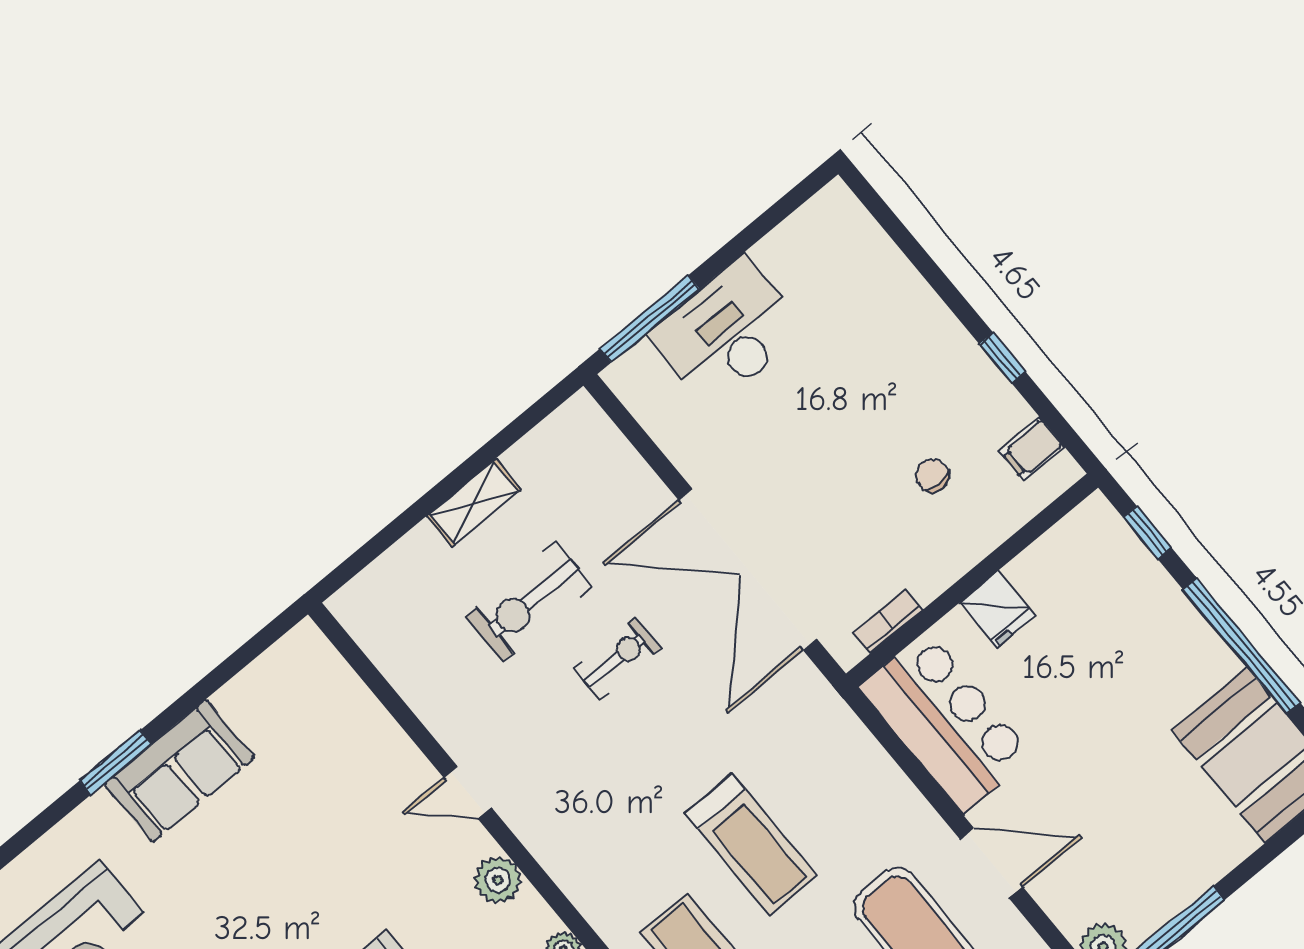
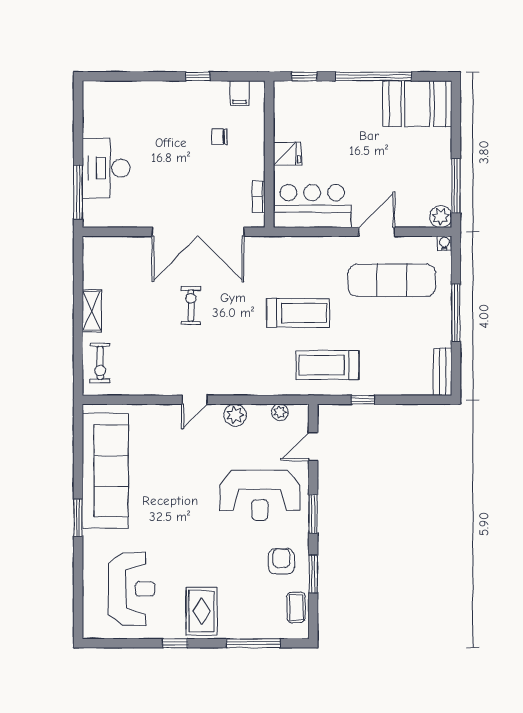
exercise bike: (529, 602) -> (100, 363), moved, width x0.73, depth x0.72
sofa: (179, 771) -> (105, 471), width x1.85, depth x1.27

